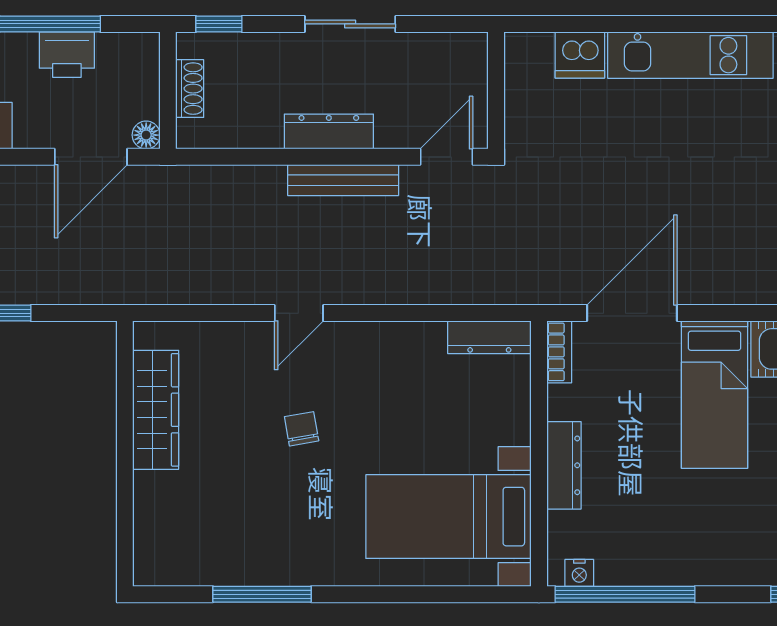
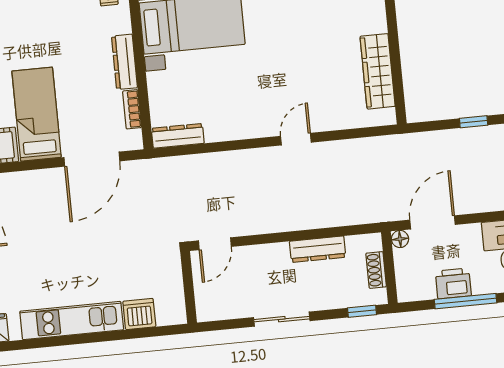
dresser: (329, 132) -> (318, 249), moved
bench: (343, 180) -> (277, 223), removed
bookcase: (559, 352) -> (132, 109), moved
chair: (302, 429) -> (287, 68), removed

